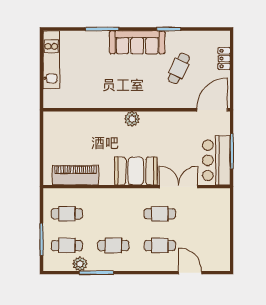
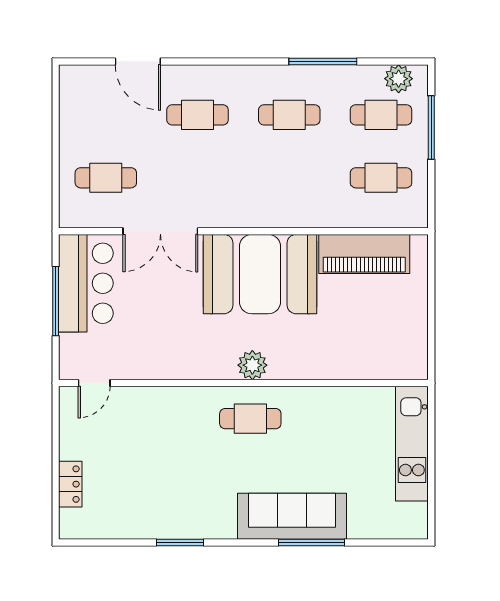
sofa: (137, 42) -> (292, 516), moved
kitchen unit: (51, 60) -> (412, 444), moved
cafe table: (179, 68) -> (250, 419), moved, turned 64
door: (212, 110) -> (94, 383), width x0.53
booth: (136, 171) -> (260, 274), width x1.36, depth x1.42
cafe table: (160, 214) -> (106, 178), moved
plant: (80, 264) -> (399, 79), moved

